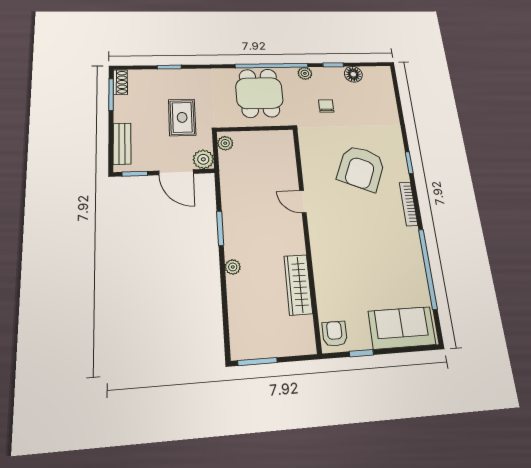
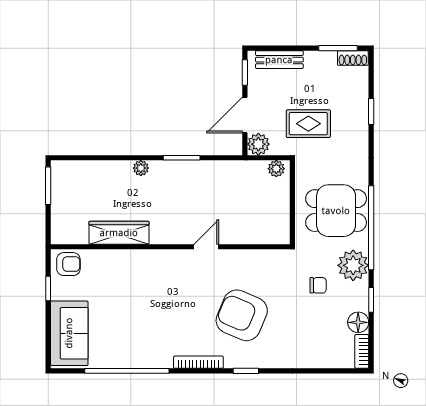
bookcase: (377, 71) -> (362, 351), added
plant: (305, 73) -> (353, 265), width x1.88, depth x1.88

